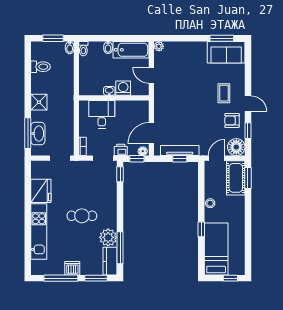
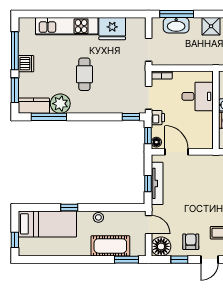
cot: (236, 178) -> (110, 246), moved

